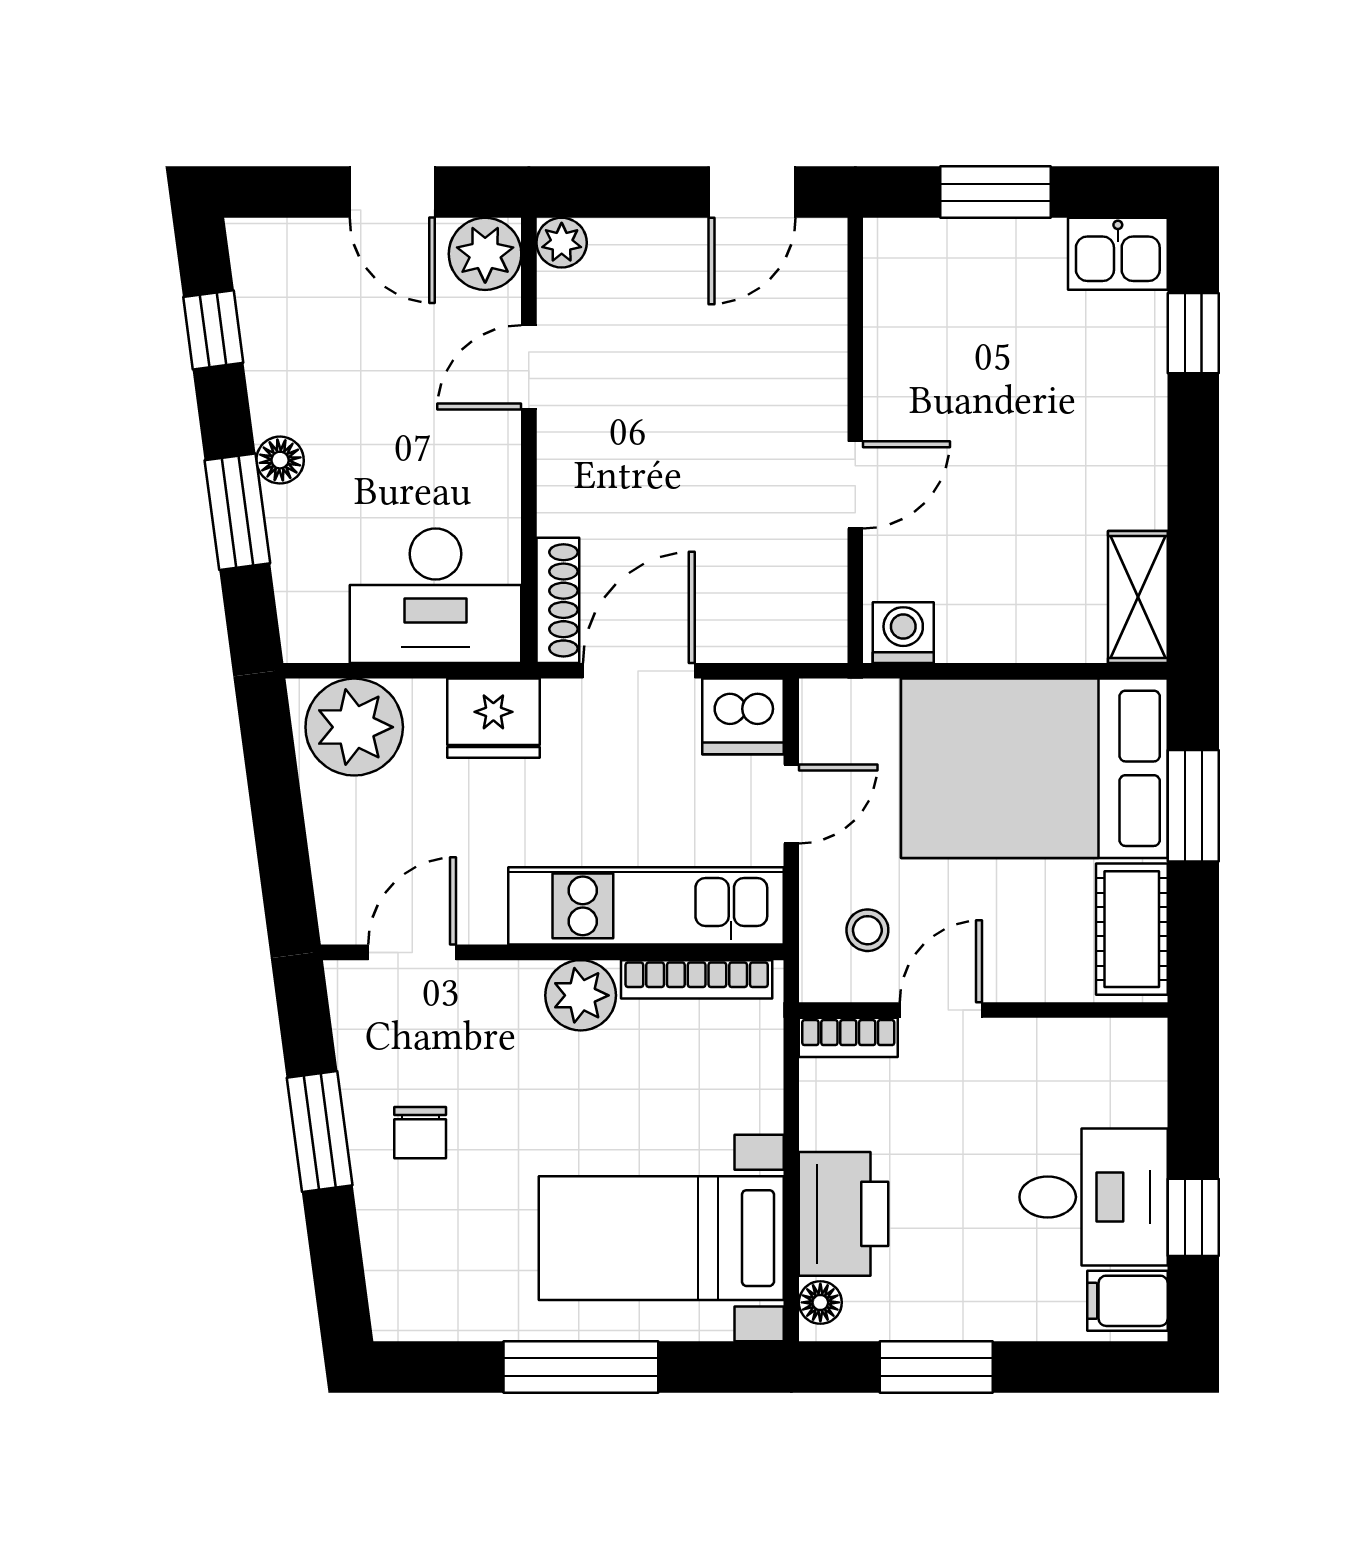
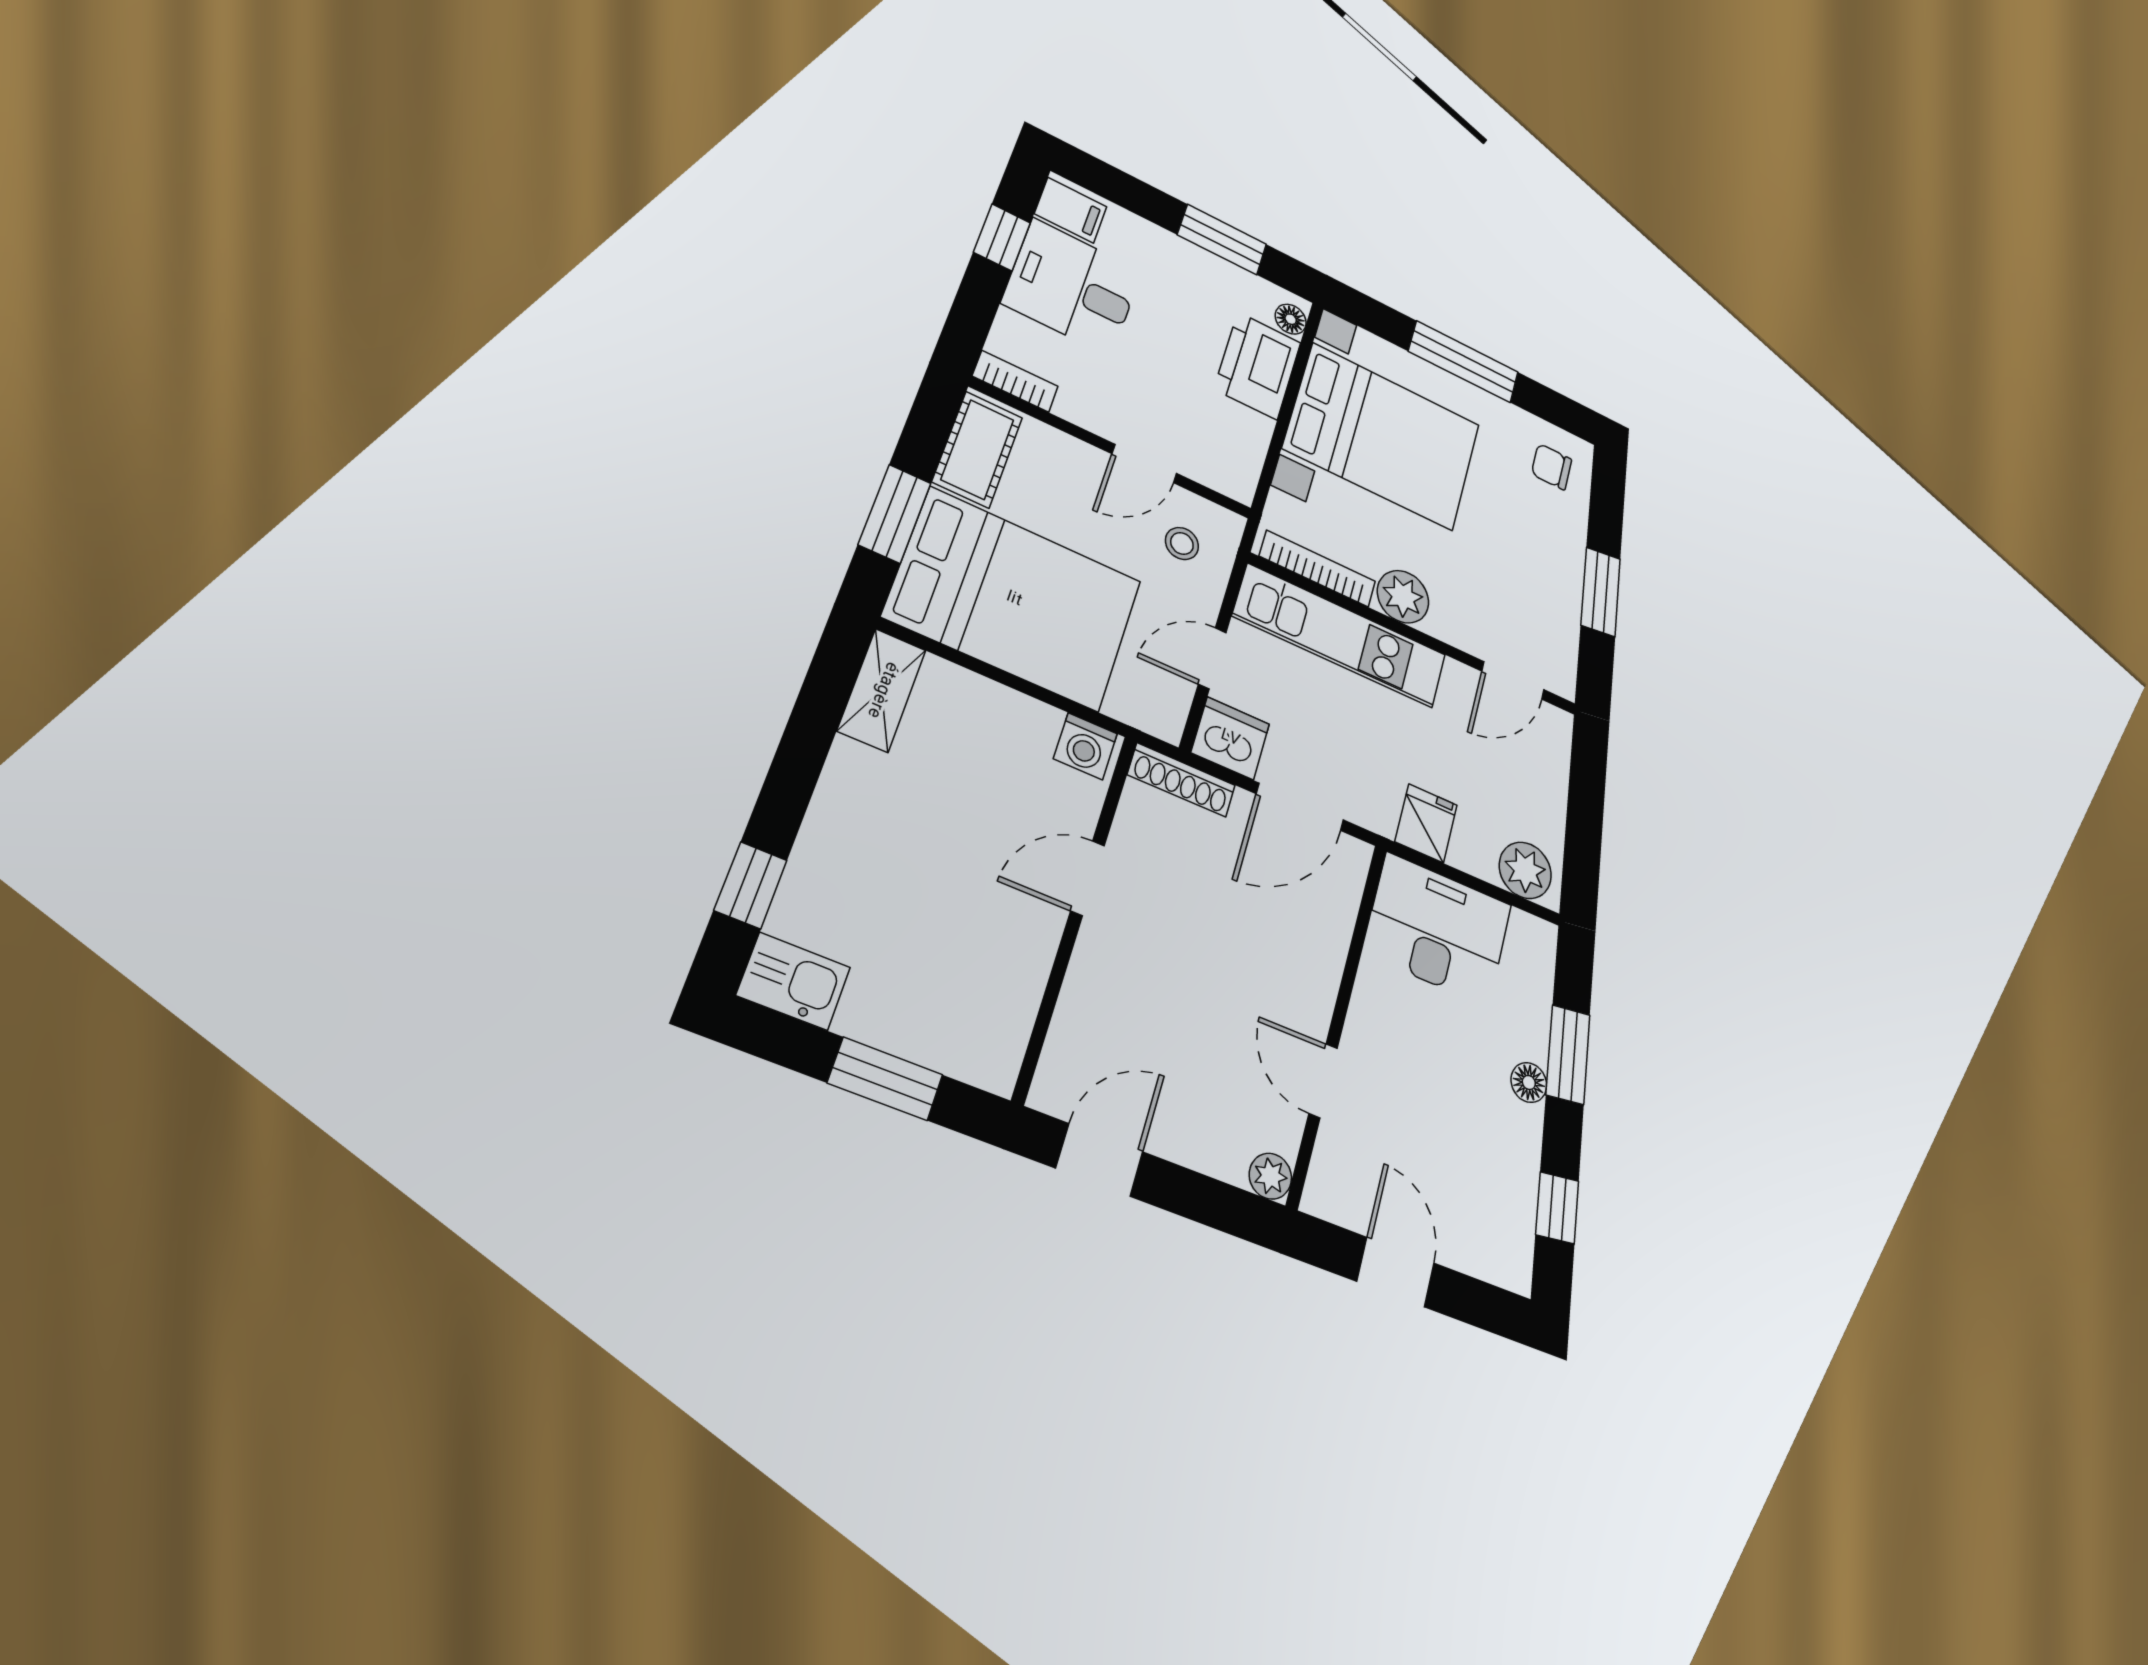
plant: (485, 254) -> (1334, 1190), removed
door: (529, 367) -> (1323, 1081), swing flipped
shoe rack: (558, 600) -> (1181, 780), moved, turned -90
fridge: (493, 718) -> (1426, 823), width x0.72
plant: (354, 727) -> (1525, 870), width x0.73, depth x0.73
bookcase: (848, 1037) -> (1015, 381), moved
chair: (420, 1133) -> (1552, 467), moved, turned -90
bed with nightstands: (661, 1238) -> (1382, 437), width x1.36

